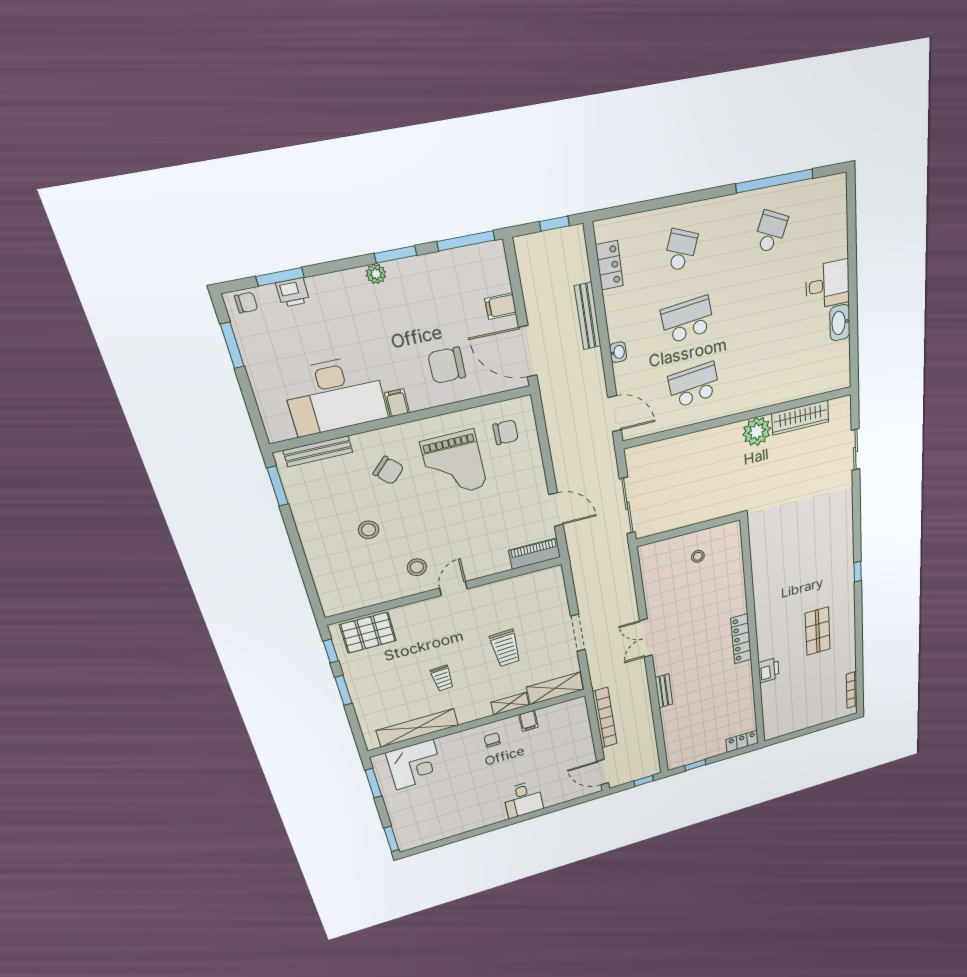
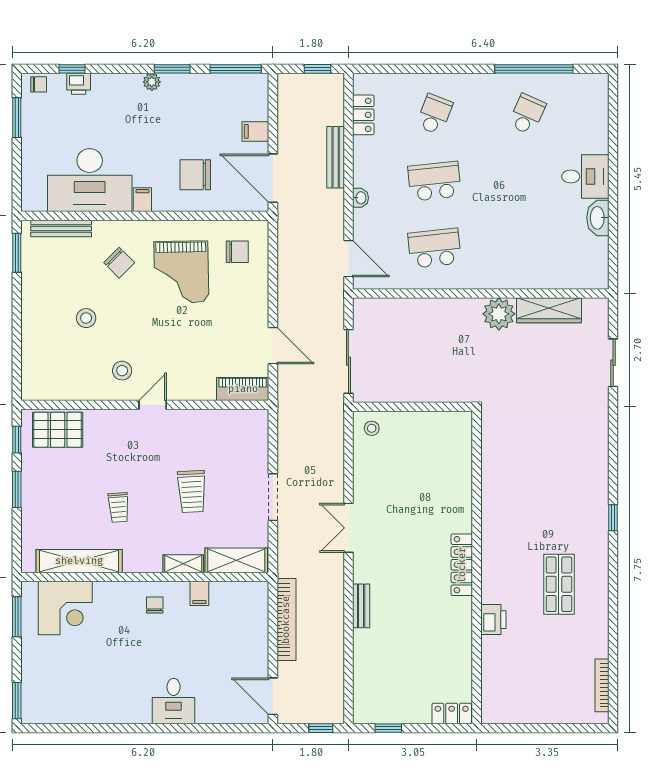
window: (280, 277) -> (72, 69), width x0.67
stool: (698, 556) -> (372, 428), moved

